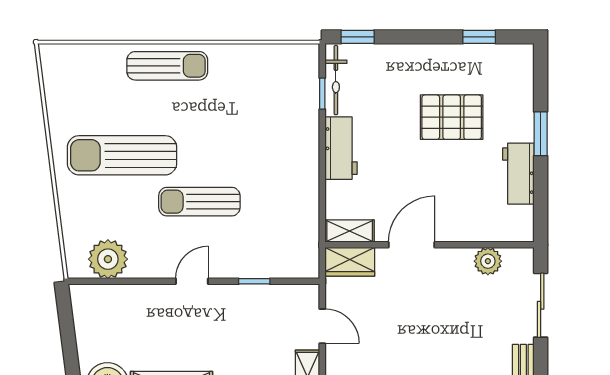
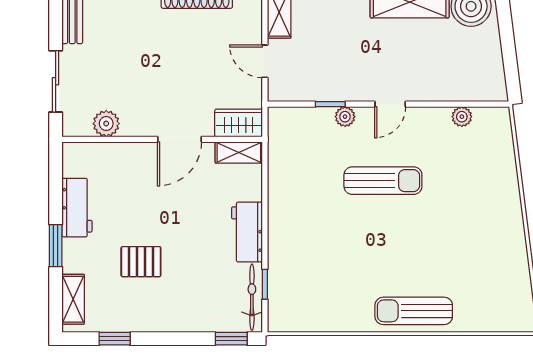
shelving: (522, 78) -> (73, 299), added
pallet: (452, 117) -> (141, 262), width x0.67, depth x0.71
sun lounger: (122, 155) -> (457, 225), removed
plant: (108, 259) -> (462, 117), width x0.53, depth x0.53
plant: (239, 268) -> (345, 117), added

